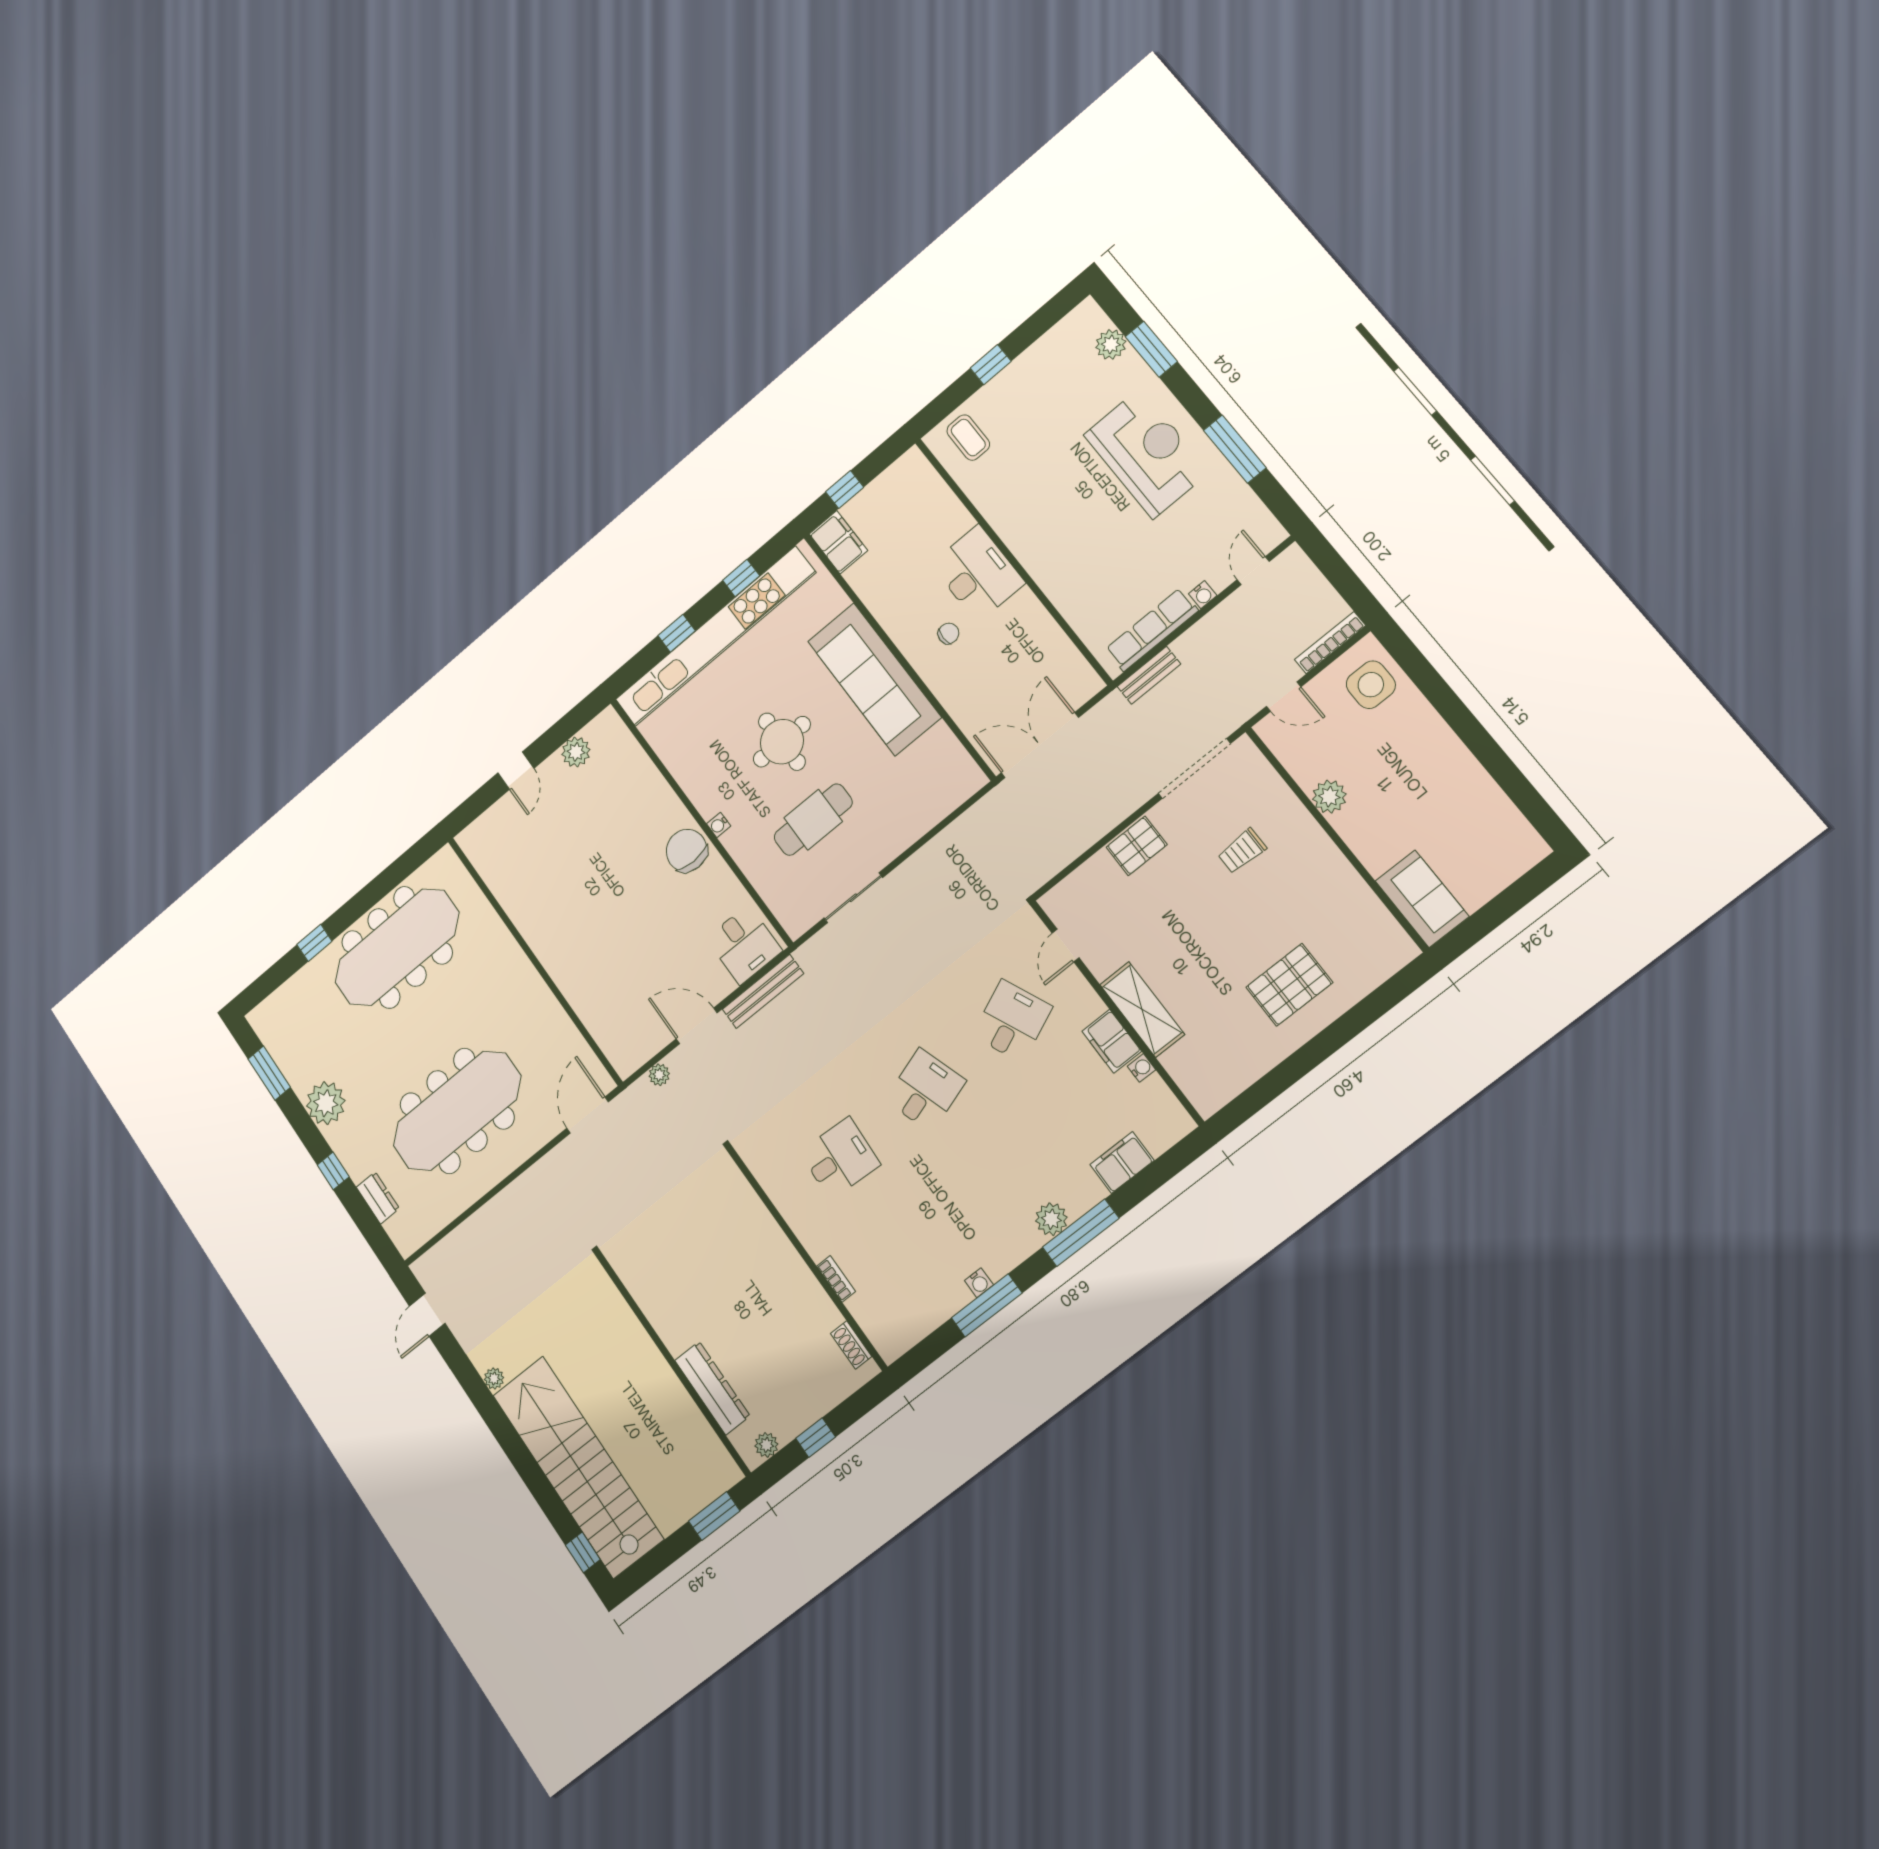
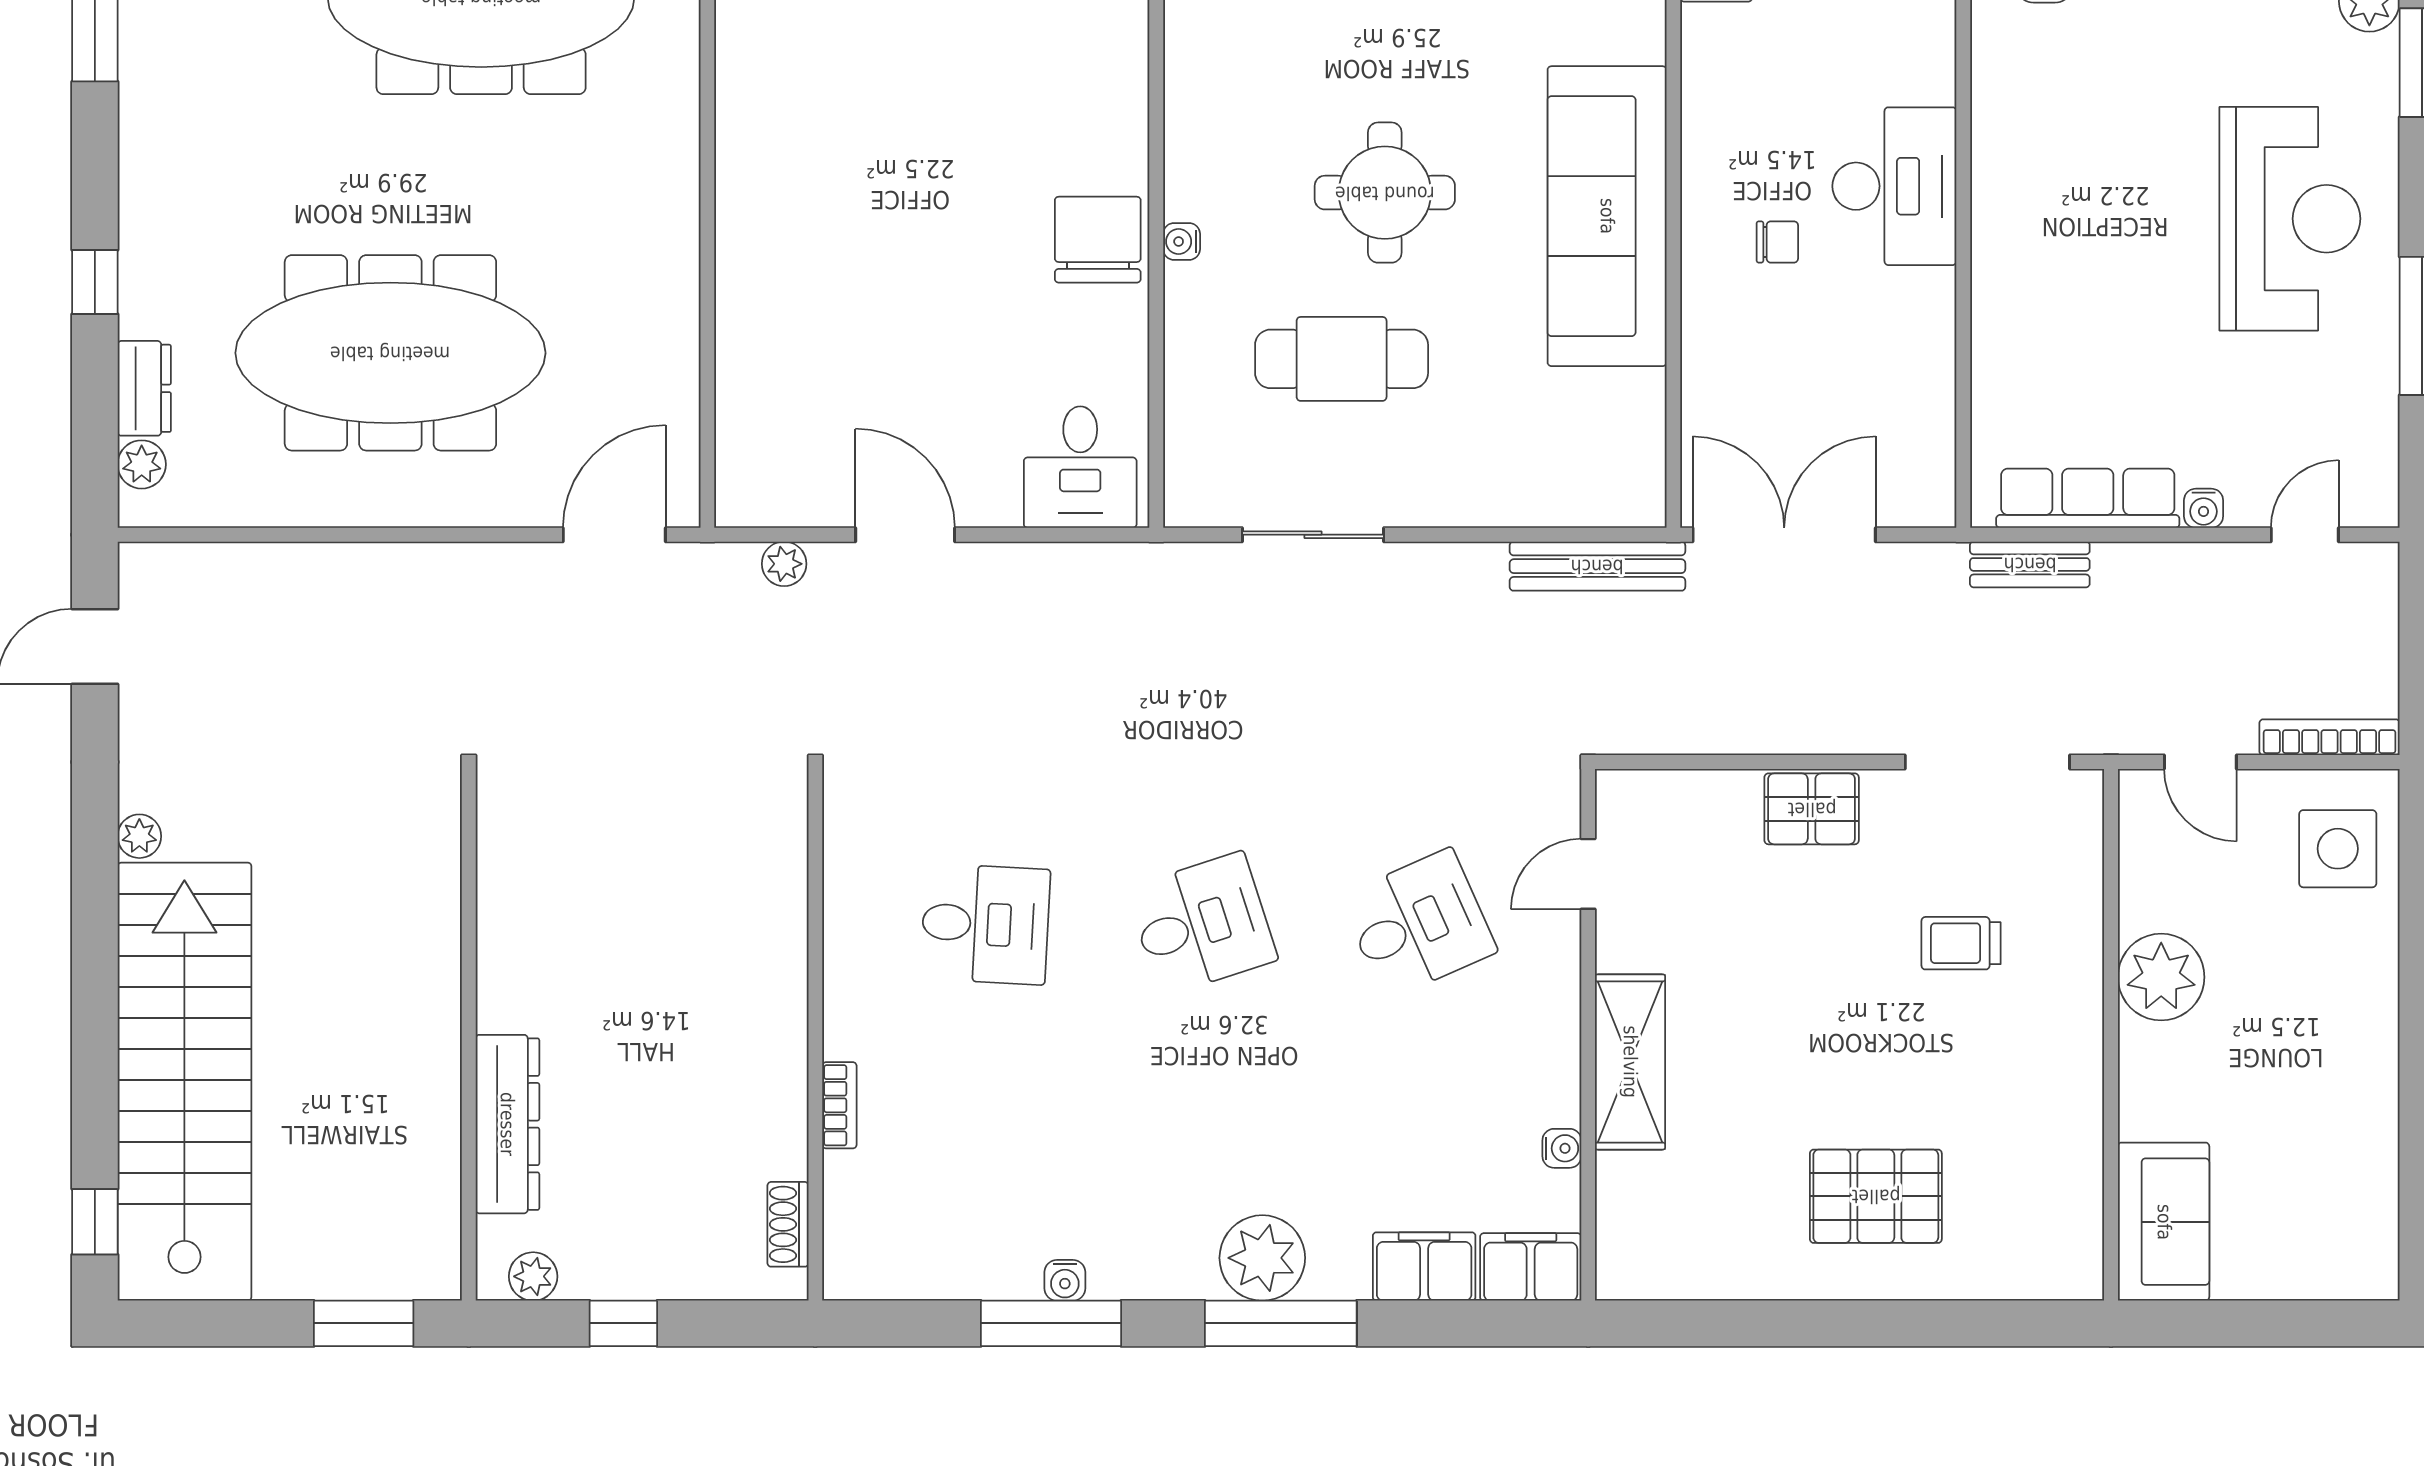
plant: (1329, 797) -> (2161, 977), width x1.36, depth x1.36
bench: (763, 991) -> (1597, 566), moved
filing cabinet: (1112, 1041) -> (1531, 1267), moved, turned 90
plant: (326, 1103) -> (142, 464), moved, width x0.53, depth x0.53
plant: (1051, 1219) -> (1262, 1258), width x1.36, depth x1.36

